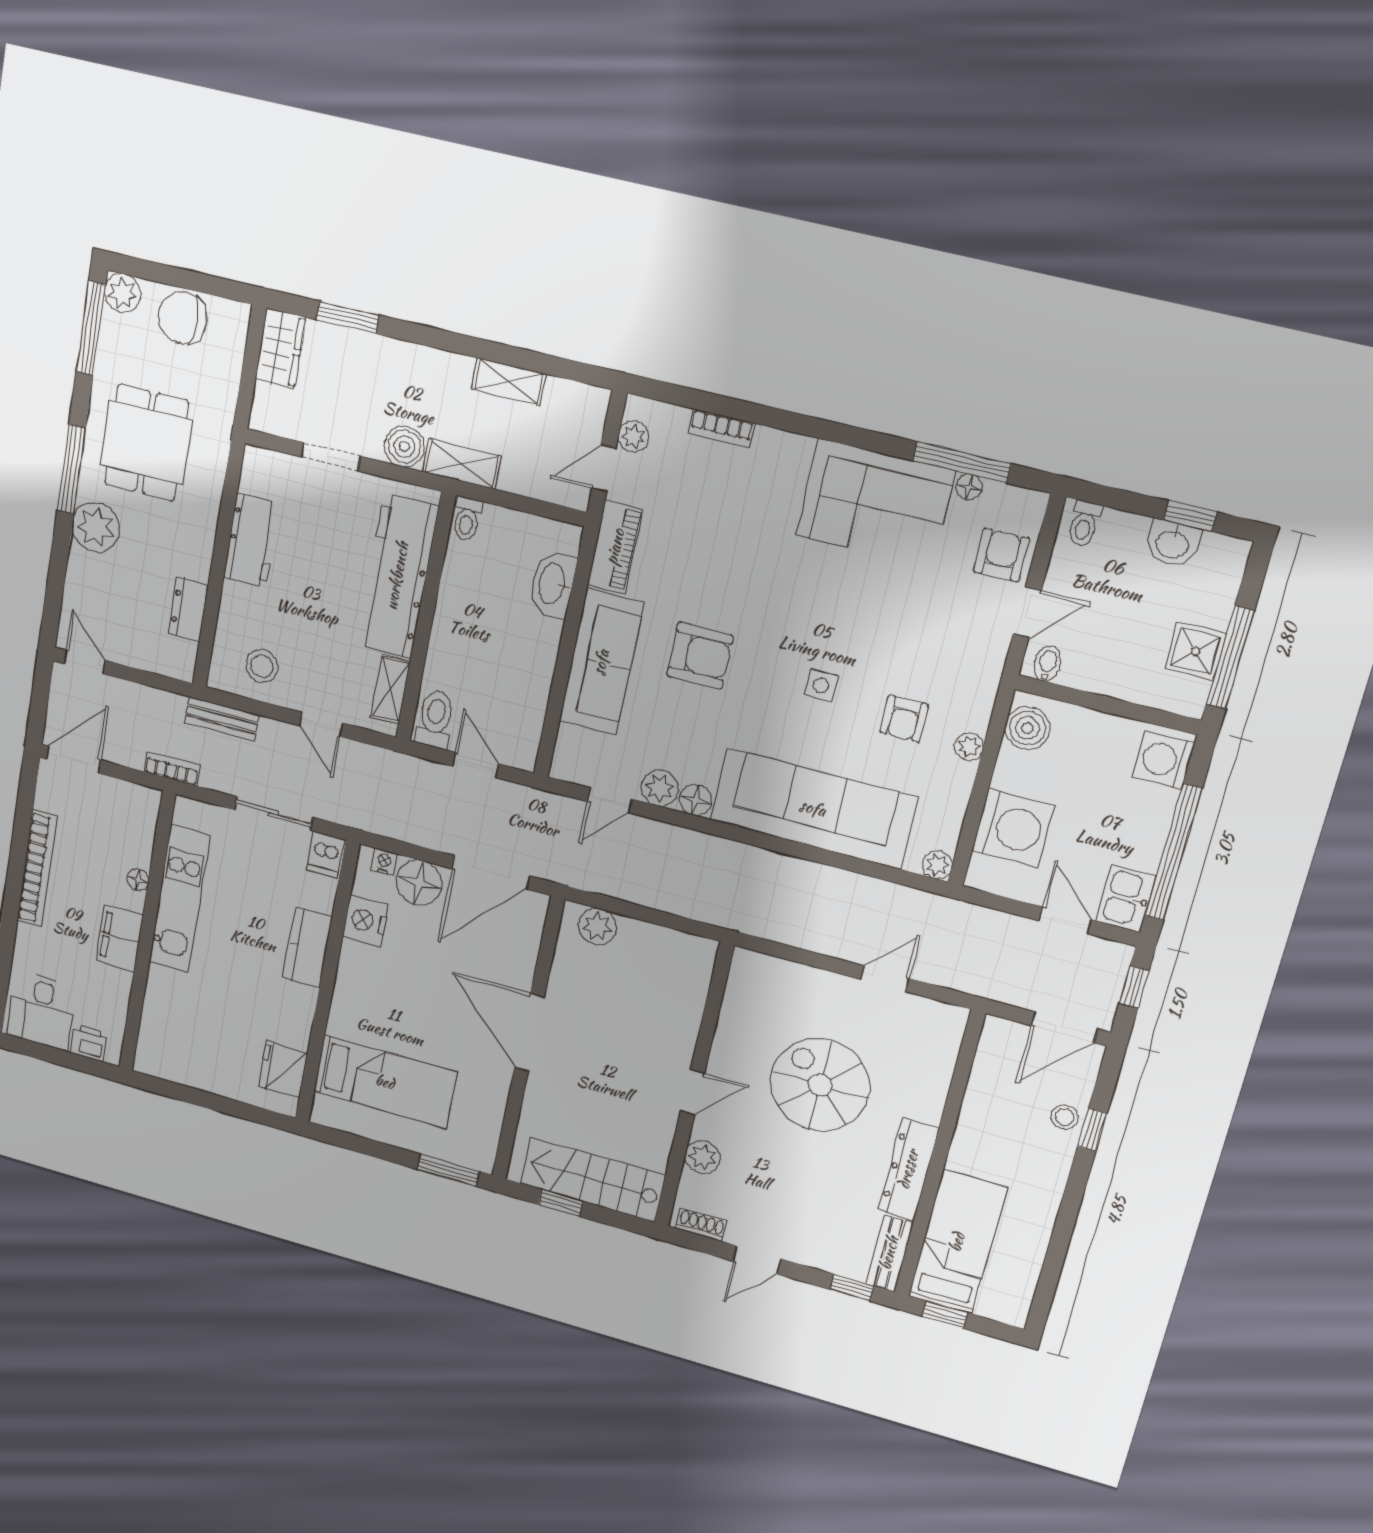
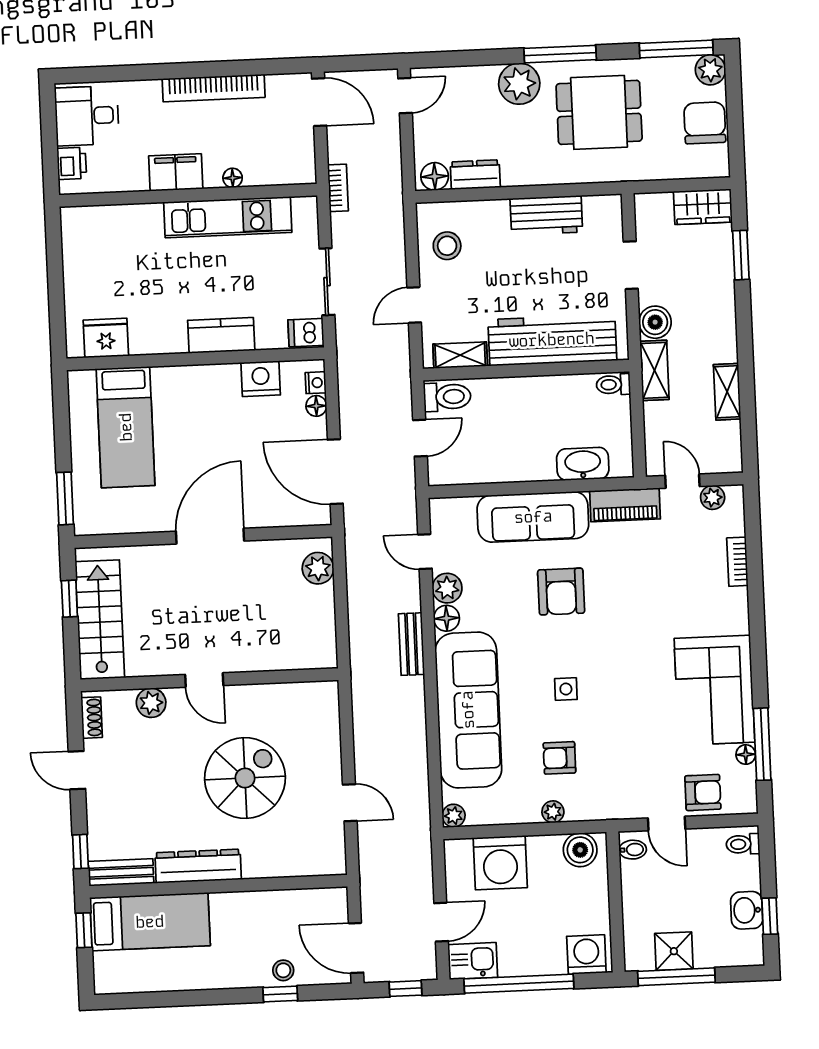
floor lamp: (181, 656) -> (435, 176), added
bench: (222, 719) -> (411, 644), moved
floor lamp: (419, 883) -> (316, 406), width x0.53, depth x0.53

